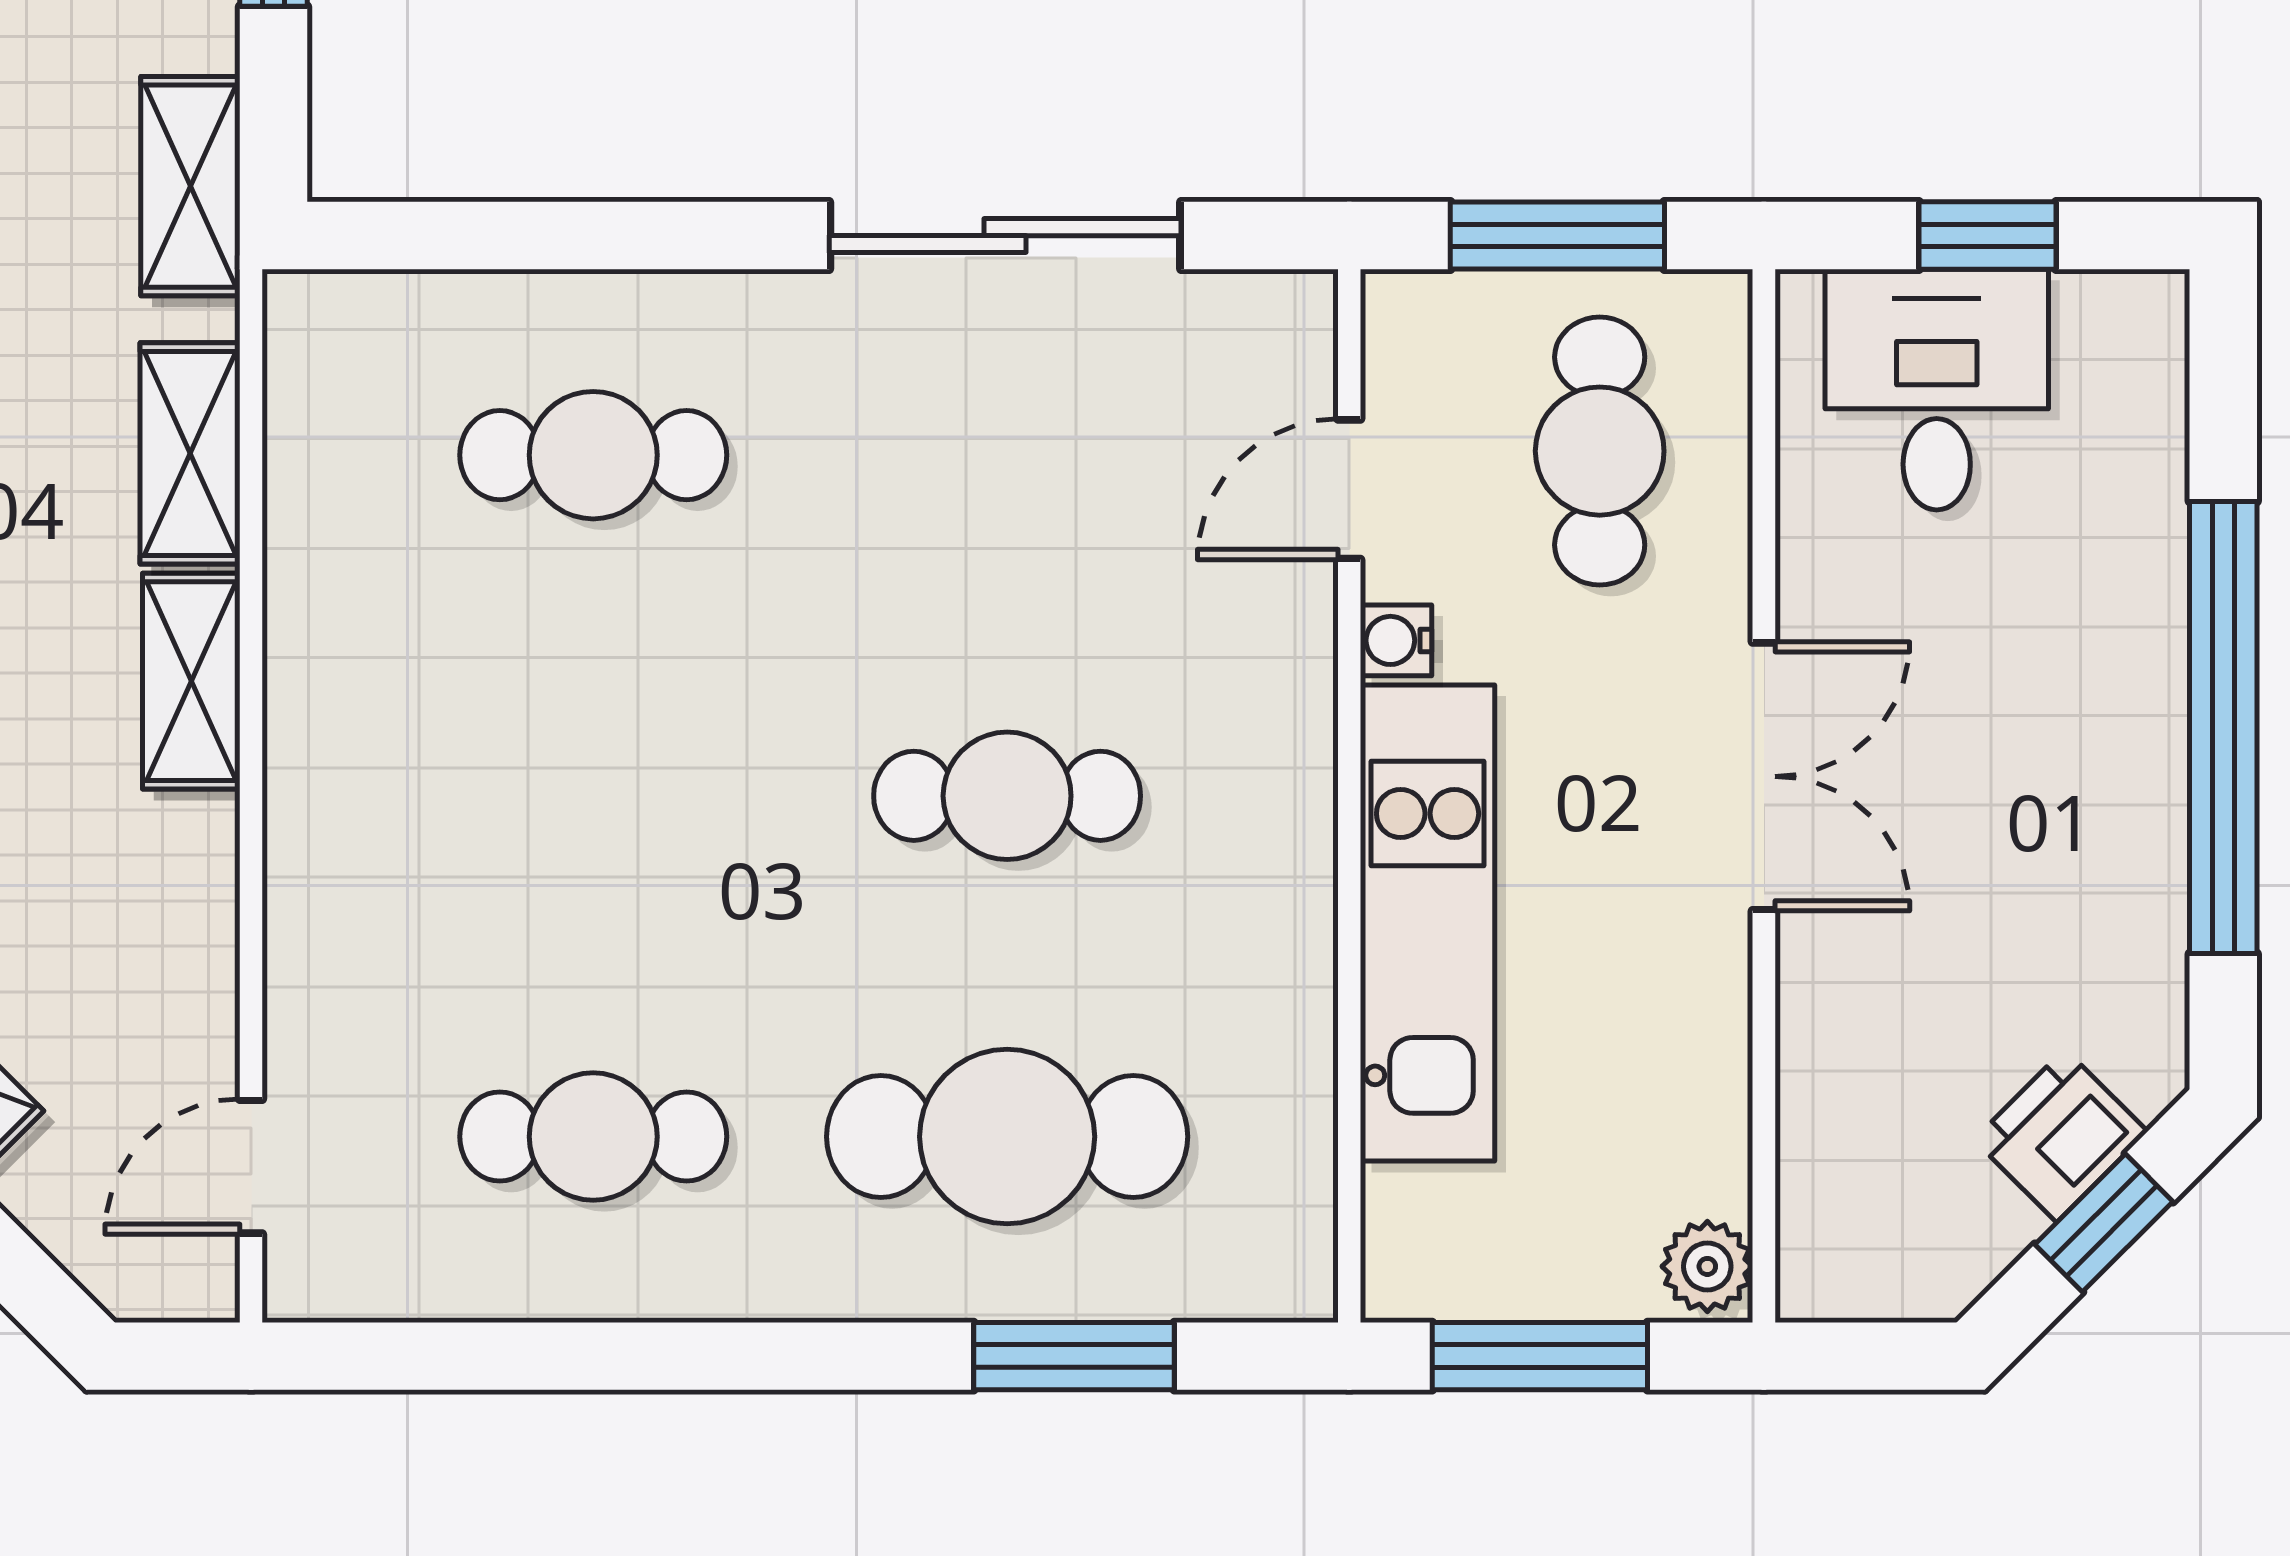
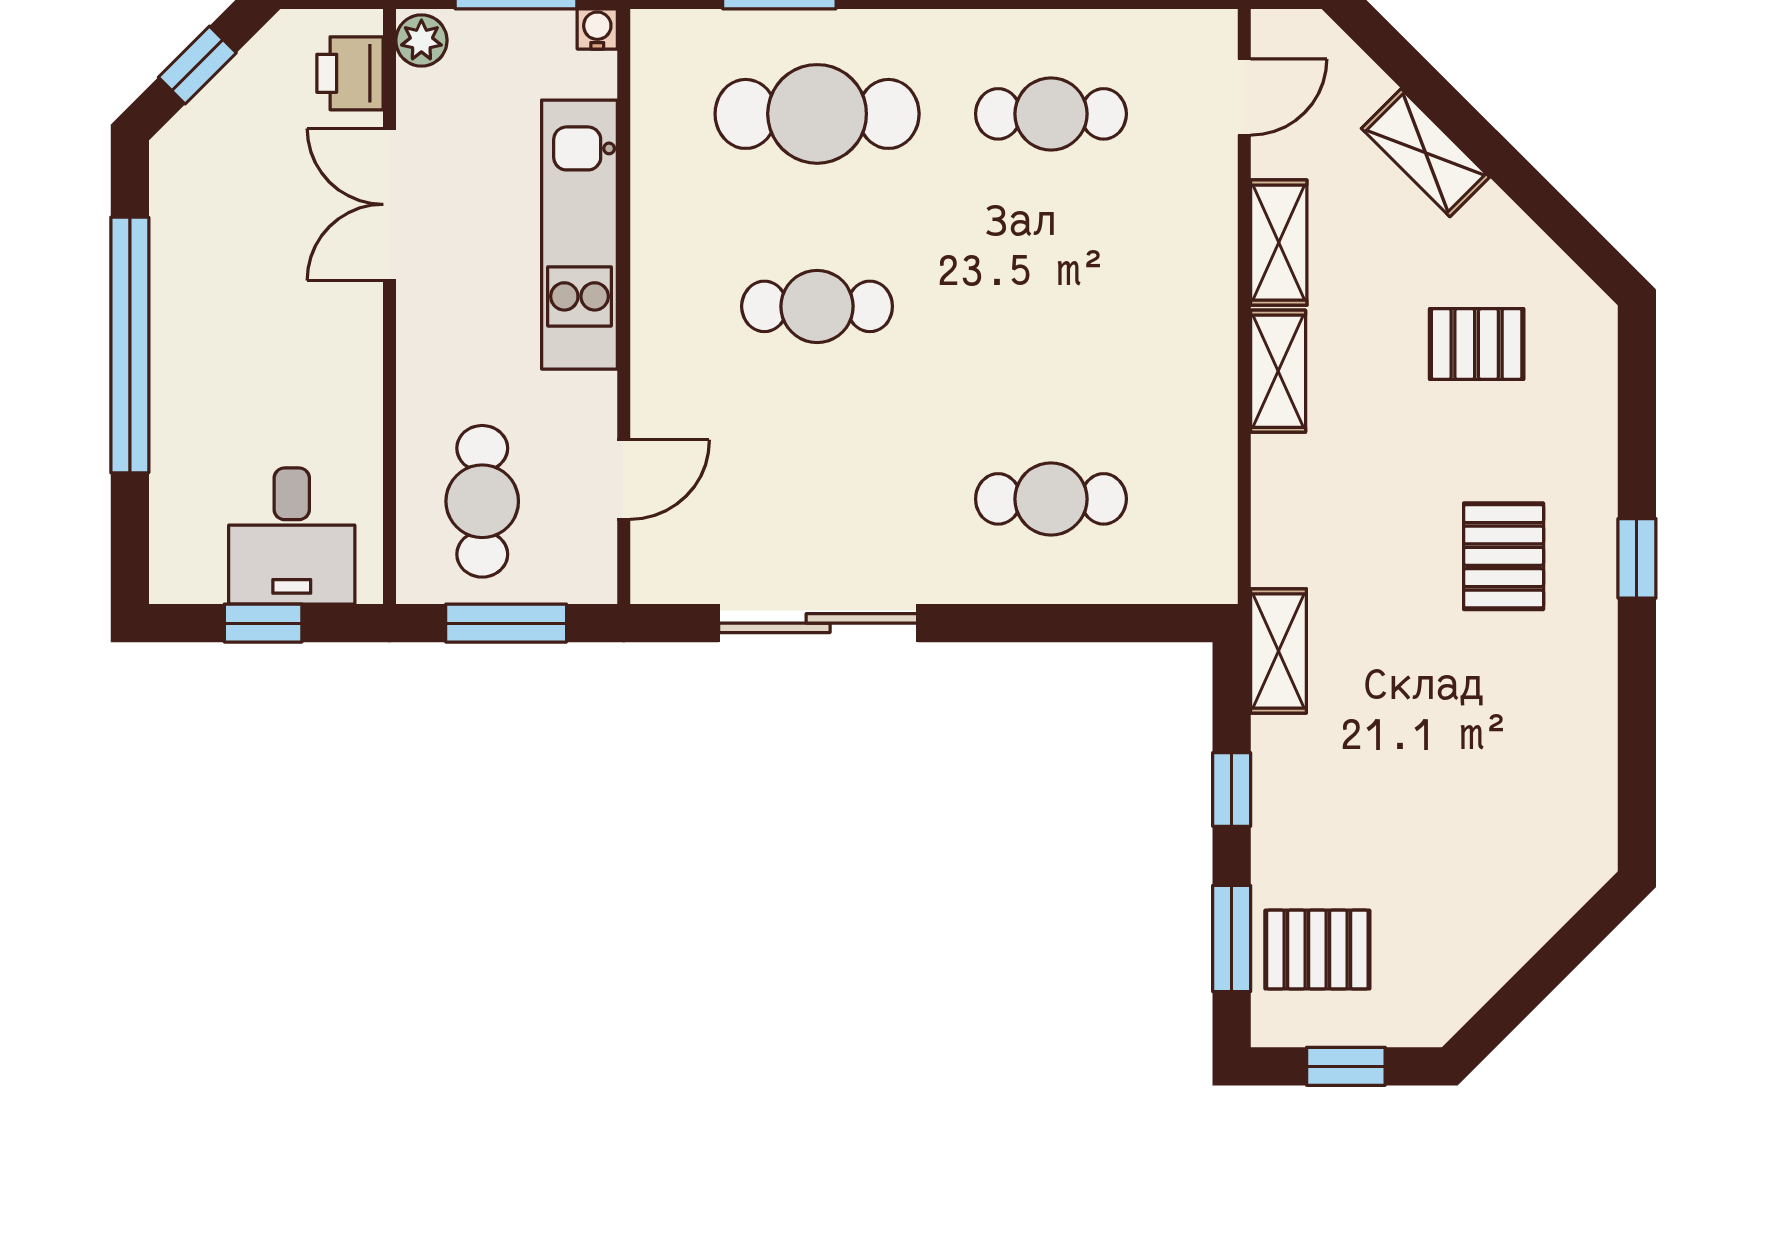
shelving: (190, 453) -> (1279, 243), moved
water cooler: (1396, 640) -> (597, 29), moved, turned -90
double door: (1764, 776) -> (389, 204), moved
printer: (2061, 1136) -> (350, 73), moved, turned 135

